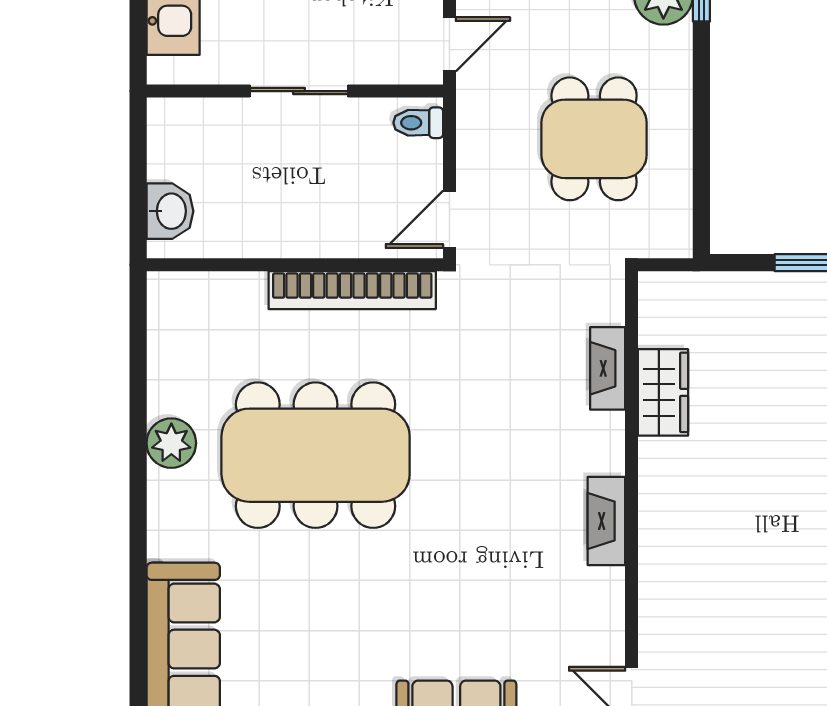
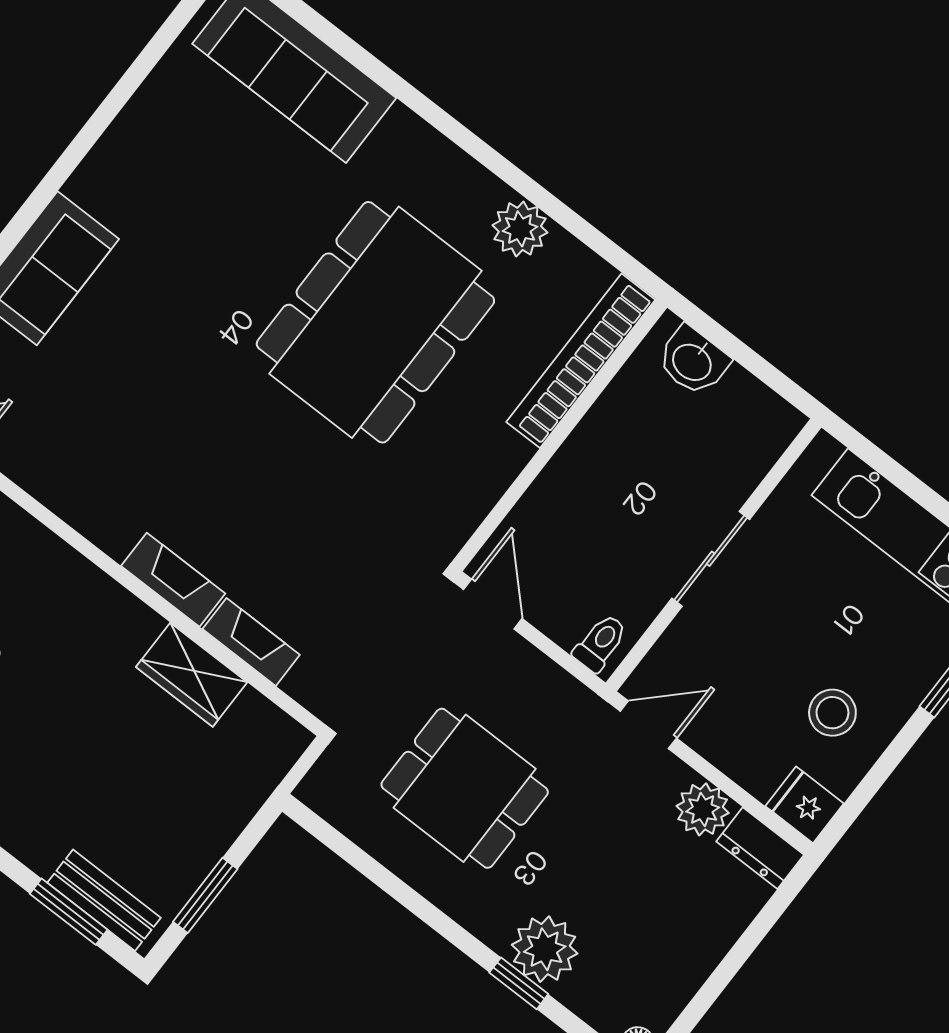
door: (449, 44) -> (648, 725), swing flipped
bookcase: (352, 290) -> (581, 361), moved
plant: (171, 443) -> (520, 229), moved
fireplace: (606, 521) -> (173, 580), moved

